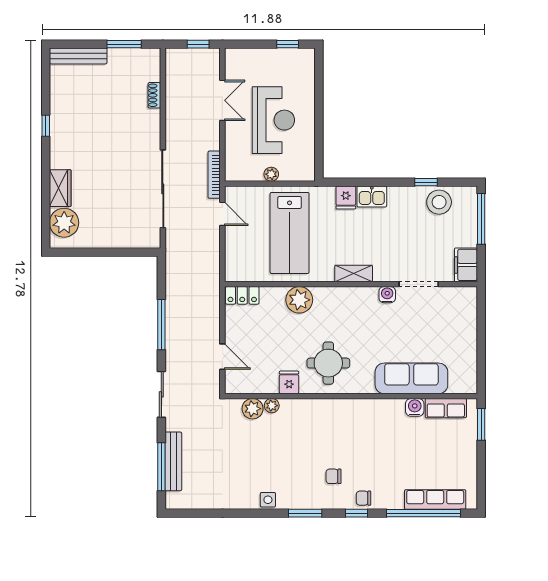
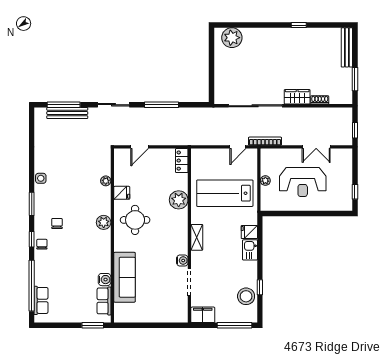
wardrobe: (60, 188) -> (297, 97), moved, turned 180
plant: (253, 409) -> (104, 222), moved
row of seats: (435, 499) -> (41, 300), width x0.68

